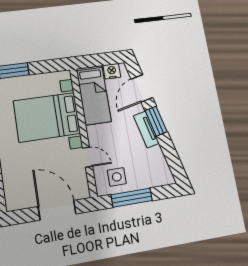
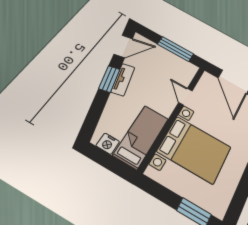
door: (142, 88) -> (123, 46), moved
side table: (117, 177) -> (175, 68), removed

